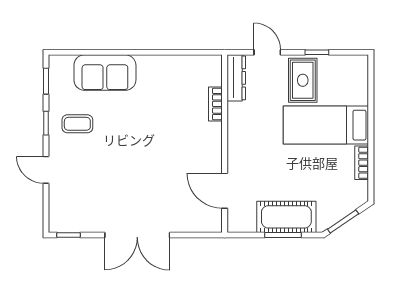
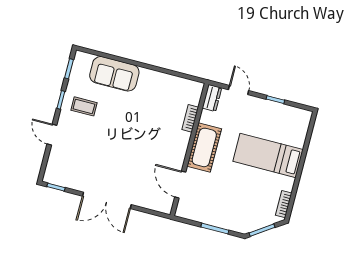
dresser: (236, 78) -> (212, 98), width x0.70
rug: (303, 80) -> (259, 118), removed
bookcase: (362, 163) -> (284, 204), moved
cot: (286, 217) -> (204, 147), moved, turned 90

